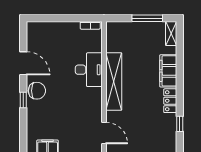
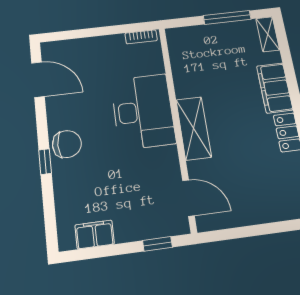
door: (23, 63) -> (38, 80), moved
desk: (89, 70) -> (143, 111), width x1.36, depth x1.30
shelving: (114, 82) -> (194, 128), width x0.68

